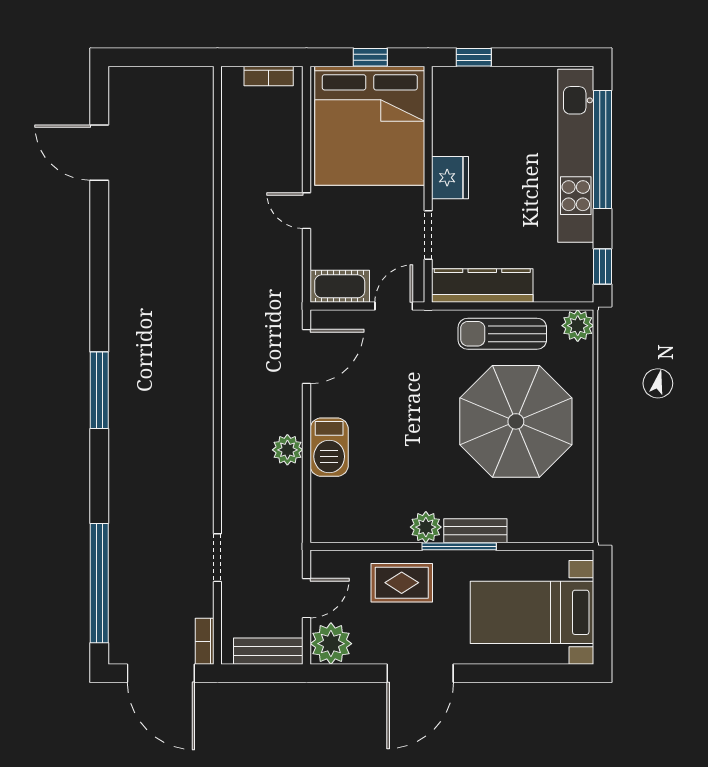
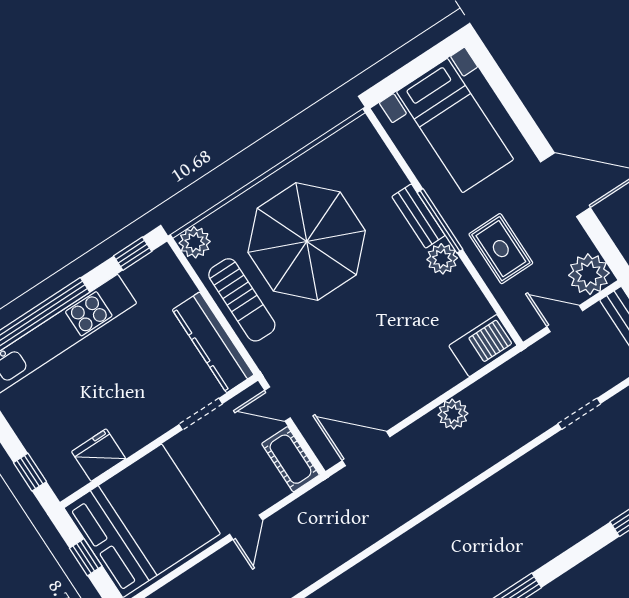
fridge: (450, 178) -> (99, 455), moved
barbecue: (329, 447) -> (483, 346), moved

